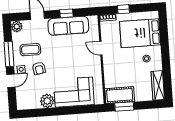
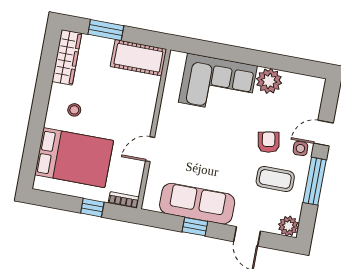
door: (101, 48) -> (150, 149), swing flipped
window: (124, 106) -> (106, 30), moved

